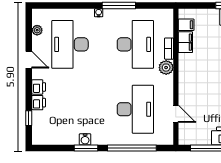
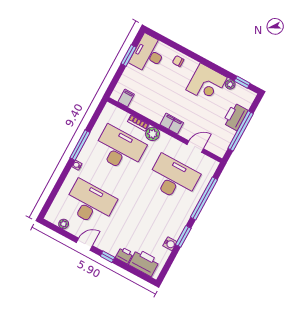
filing cabinet: (185, 42) -> (172, 124), moved
desk: (70, 44) -> (90, 203), turned 180
printer: (39, 87) -> (144, 263), moved, width x1.87, depth x1.48
window: (29, 118) -> (107, 257), moved
water cooler: (85, 139) -> (170, 244), moved

